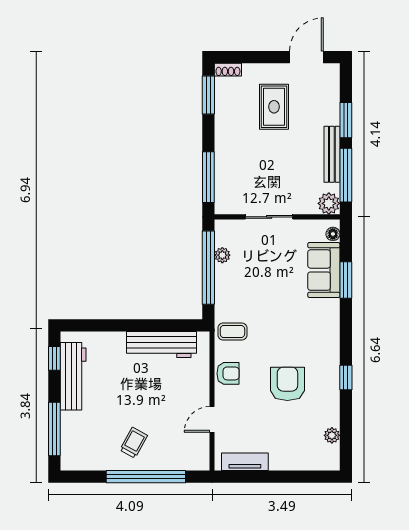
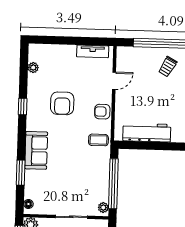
plant: (222, 255) -> (103, 208), moved
sofa: (324, 270) -> (36, 150), moved

